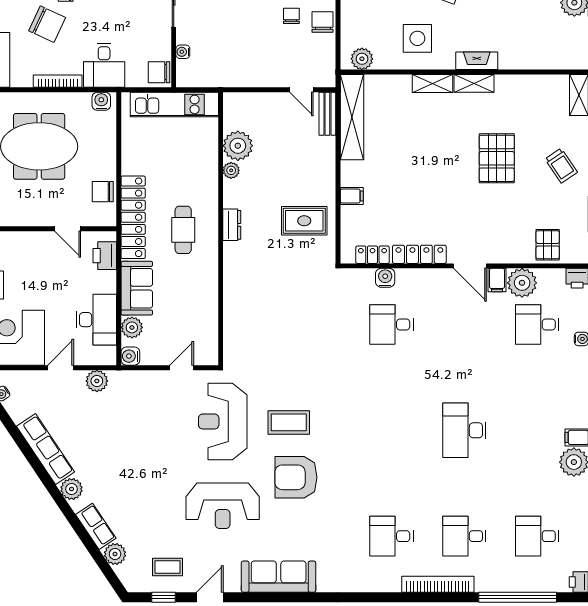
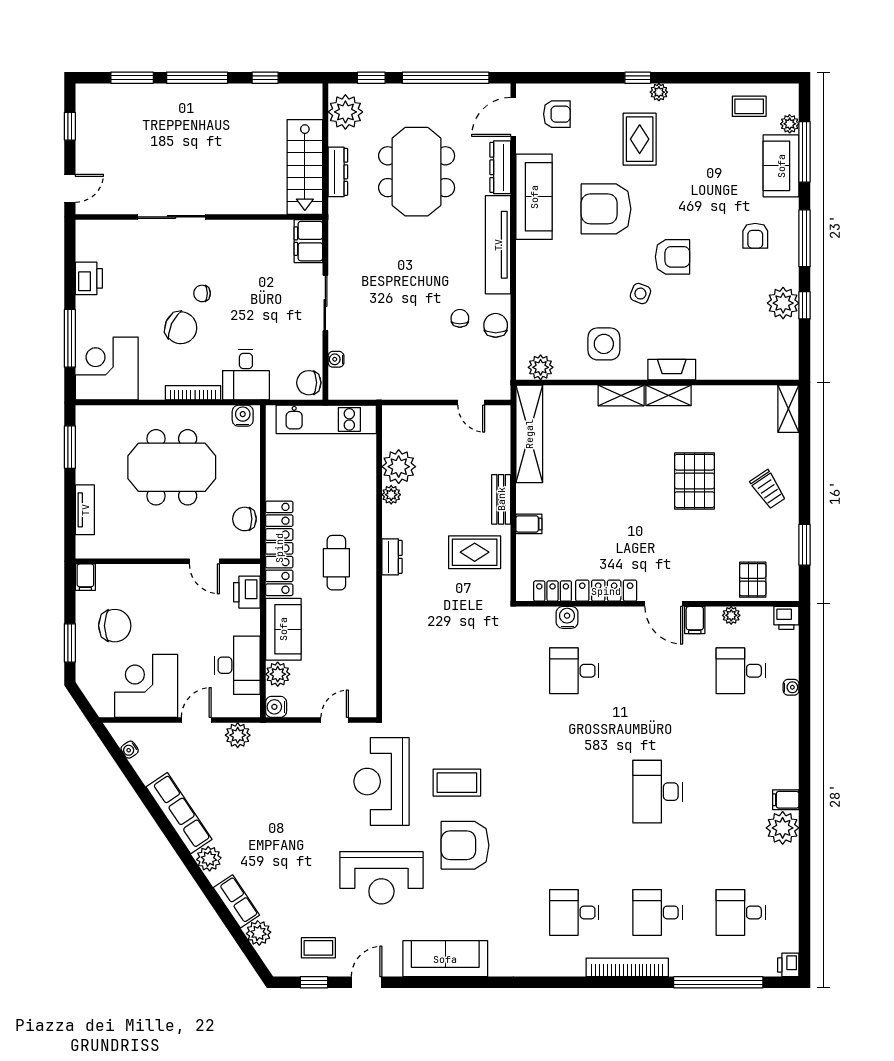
bench: (327, 114) -> (501, 499), moved
plant: (522, 283) -> (731, 615), width x0.53, depth x0.53

